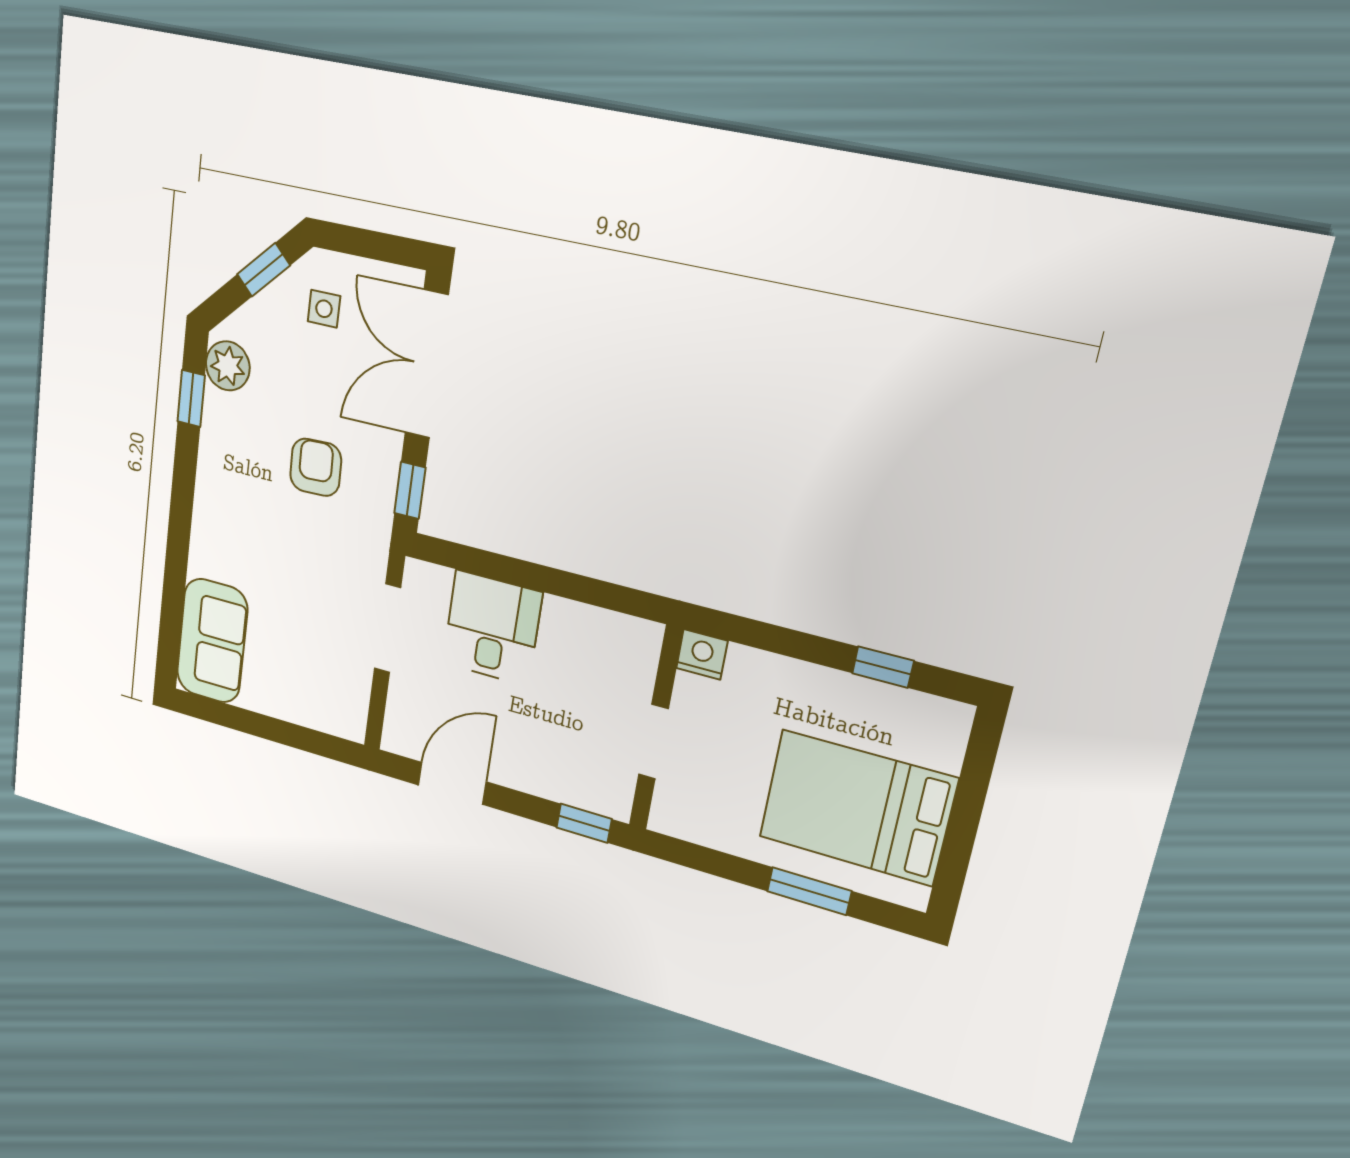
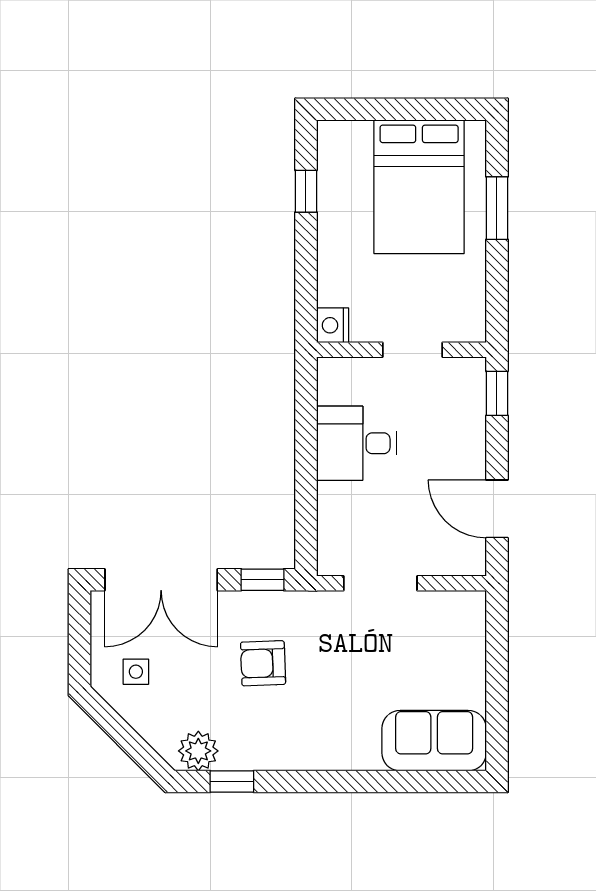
window: (264, 270) -> (116, 728), removed
desk: (492, 628) -> (356, 443), moved

